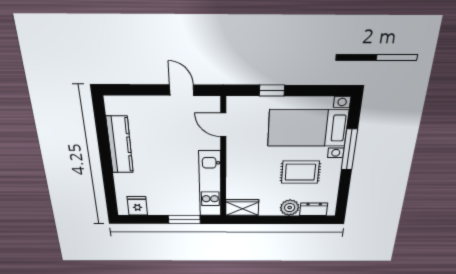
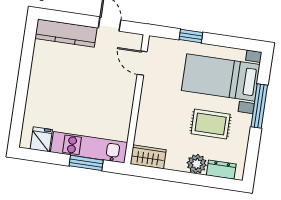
kitchen counter: (120, 145) -> (66, 33), moved, turned 90
kitchen unit: (210, 184) -> (89, 147), moved, turned 90

